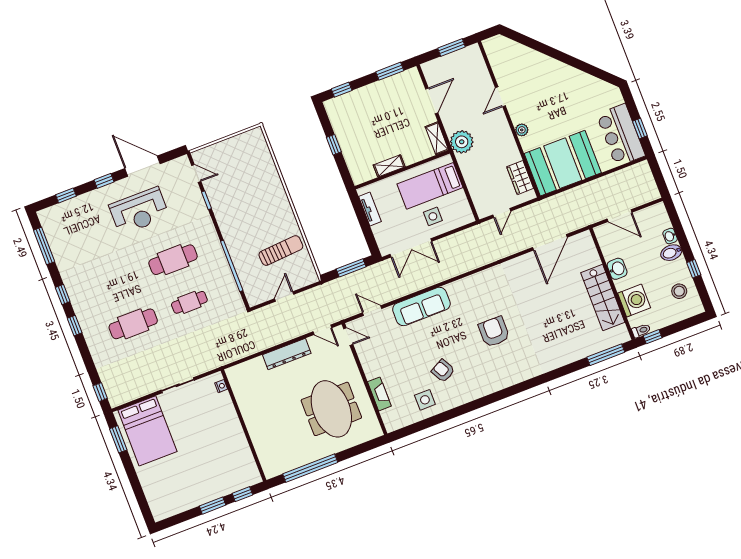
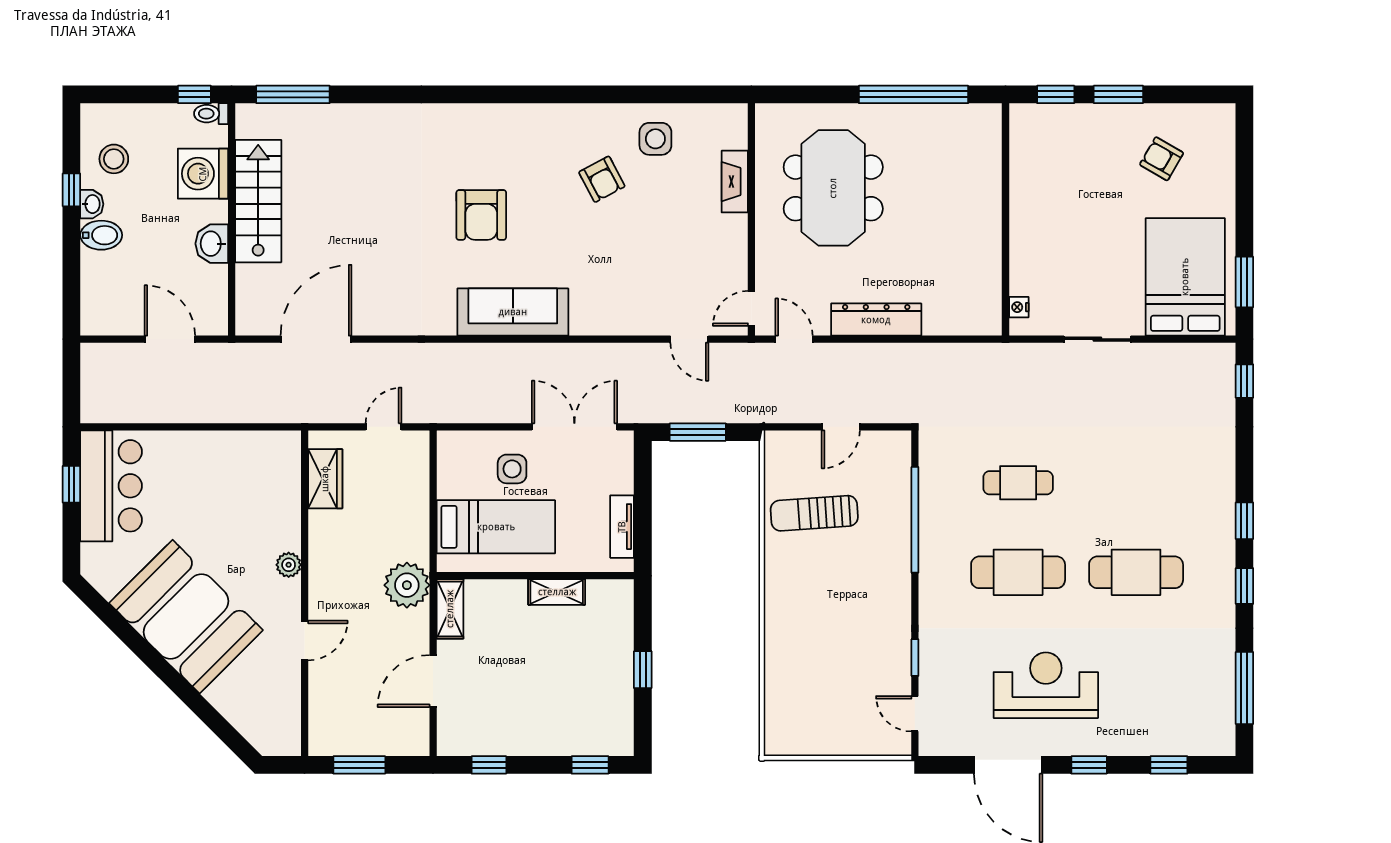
window: (390, 71) -> (489, 765), width x0.67
booth: (563, 163) -> (186, 617), moved, turned 45
washbasin: (670, 236) -> (92, 204), moved
sofa: (421, 306) -> (513, 312), moved
cafe table: (133, 324) -> (1136, 572), moved
door: (348, 337) -> (751, 308), hinge flipped
armchair: (180, 483) -> (1162, 159), added

